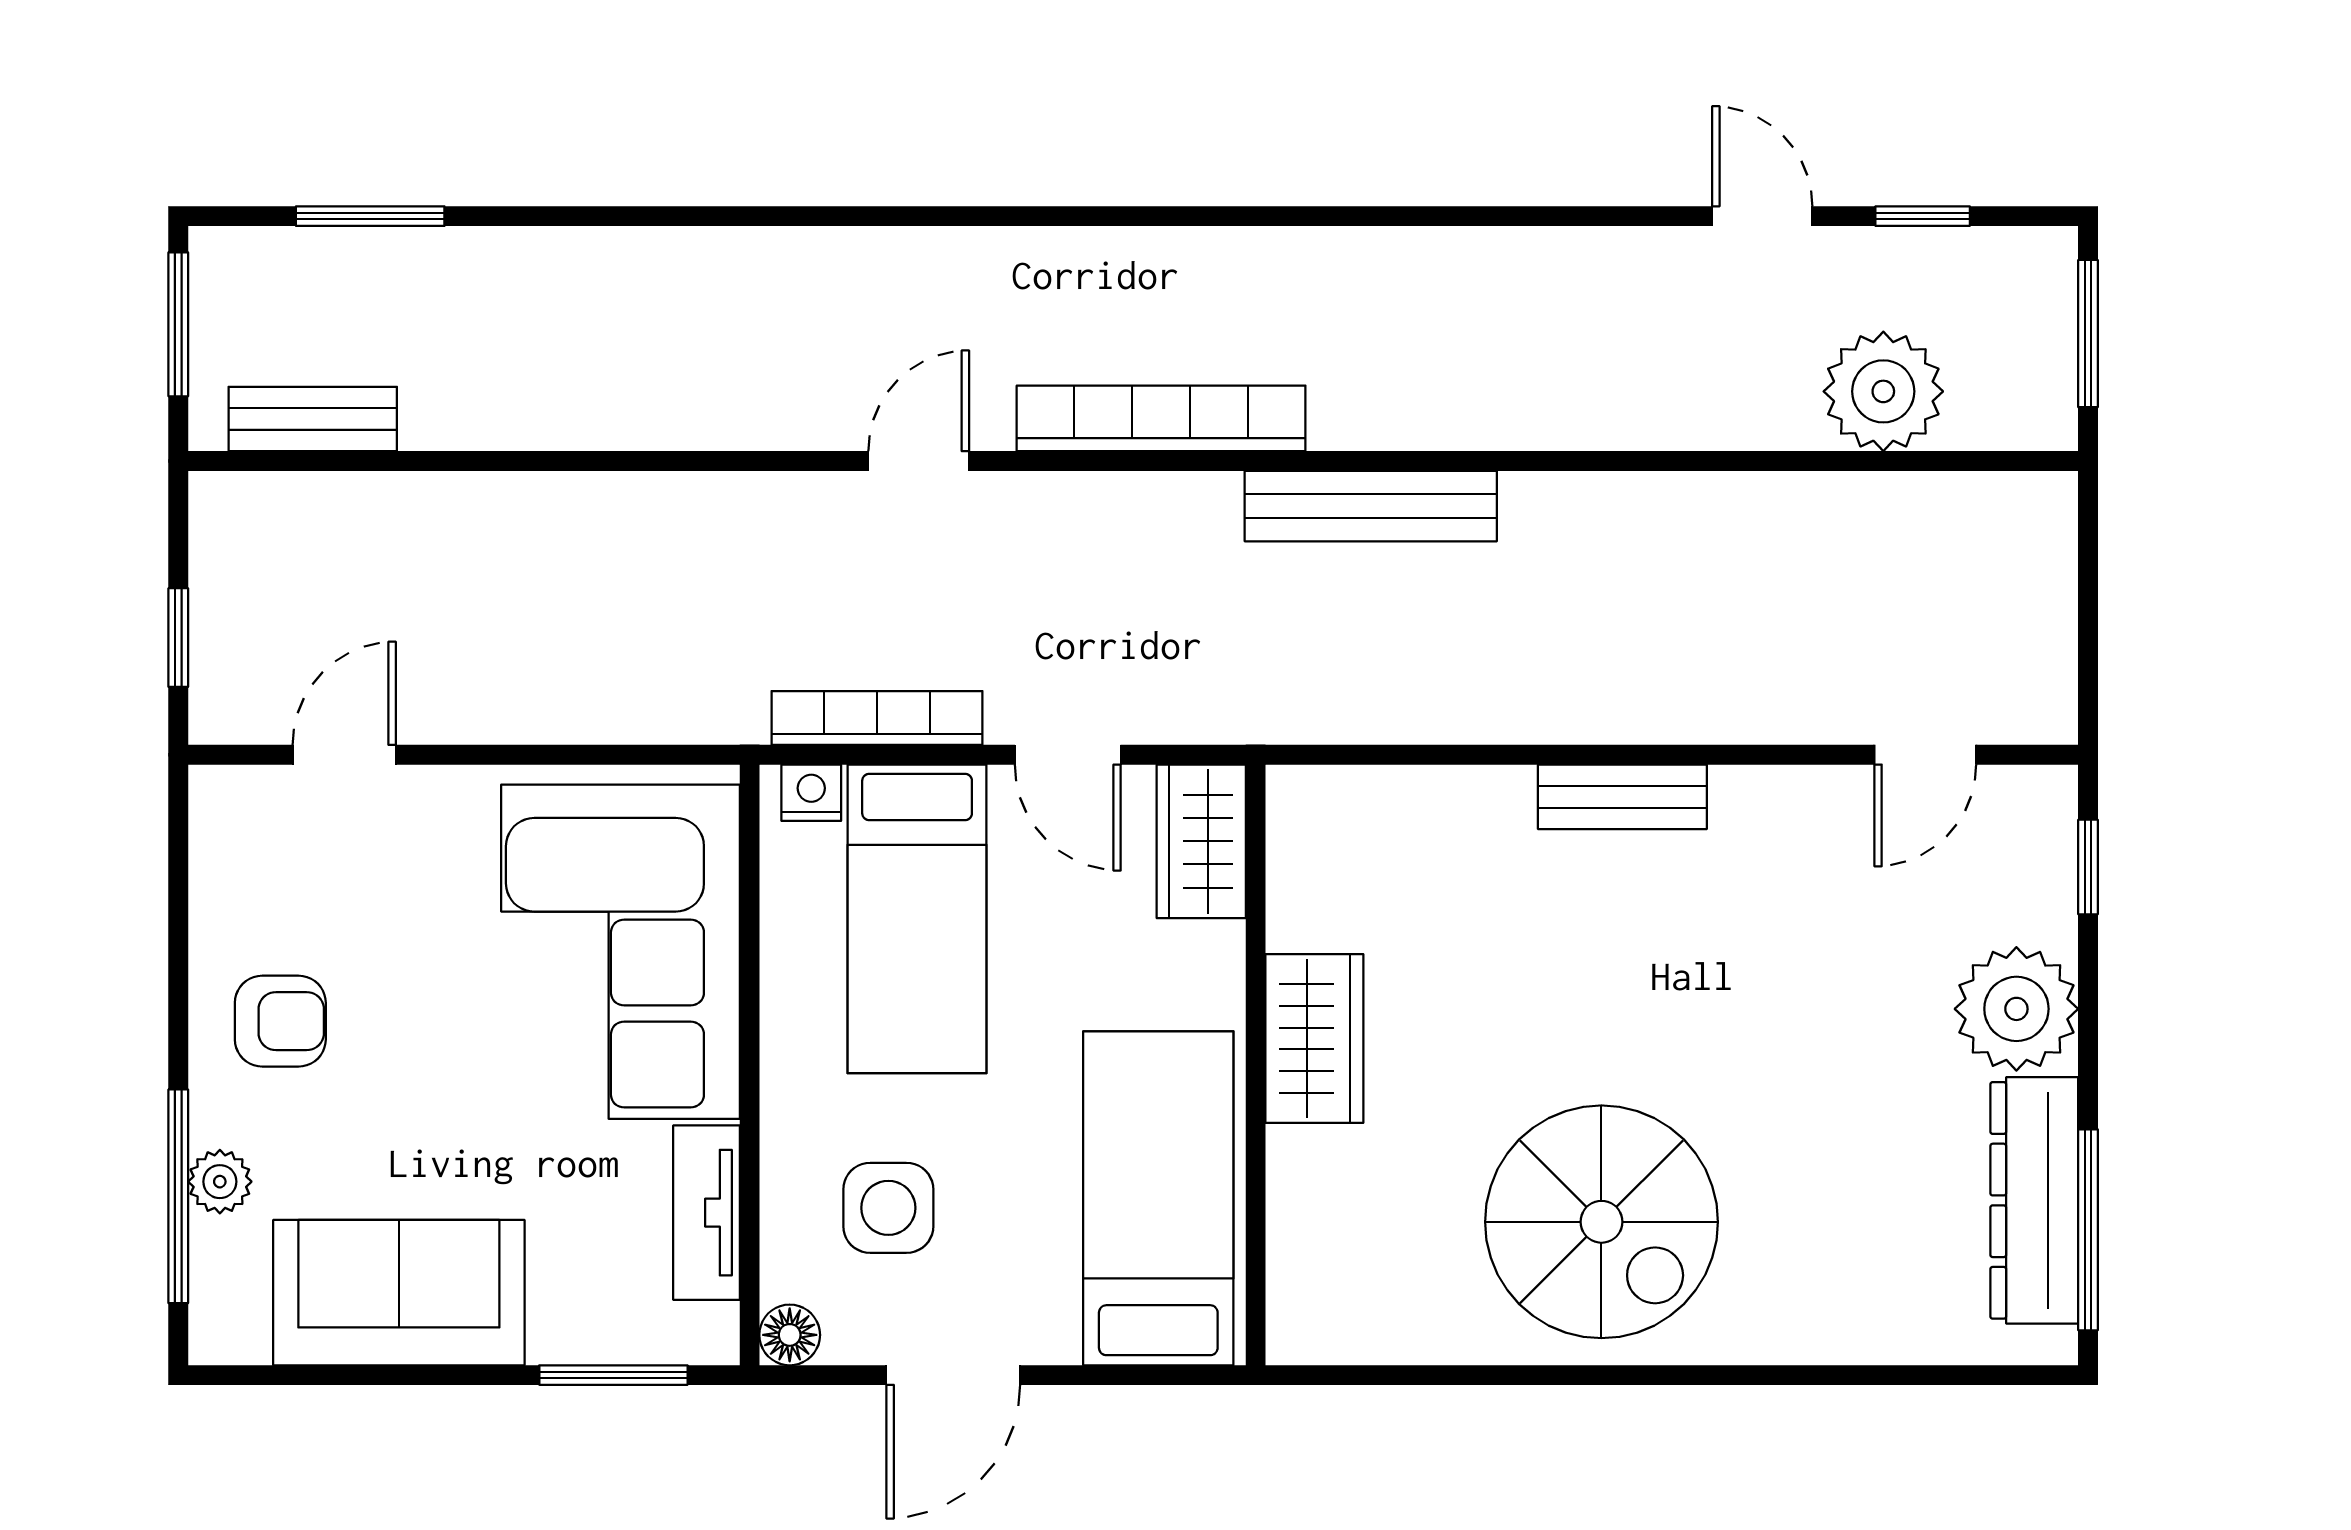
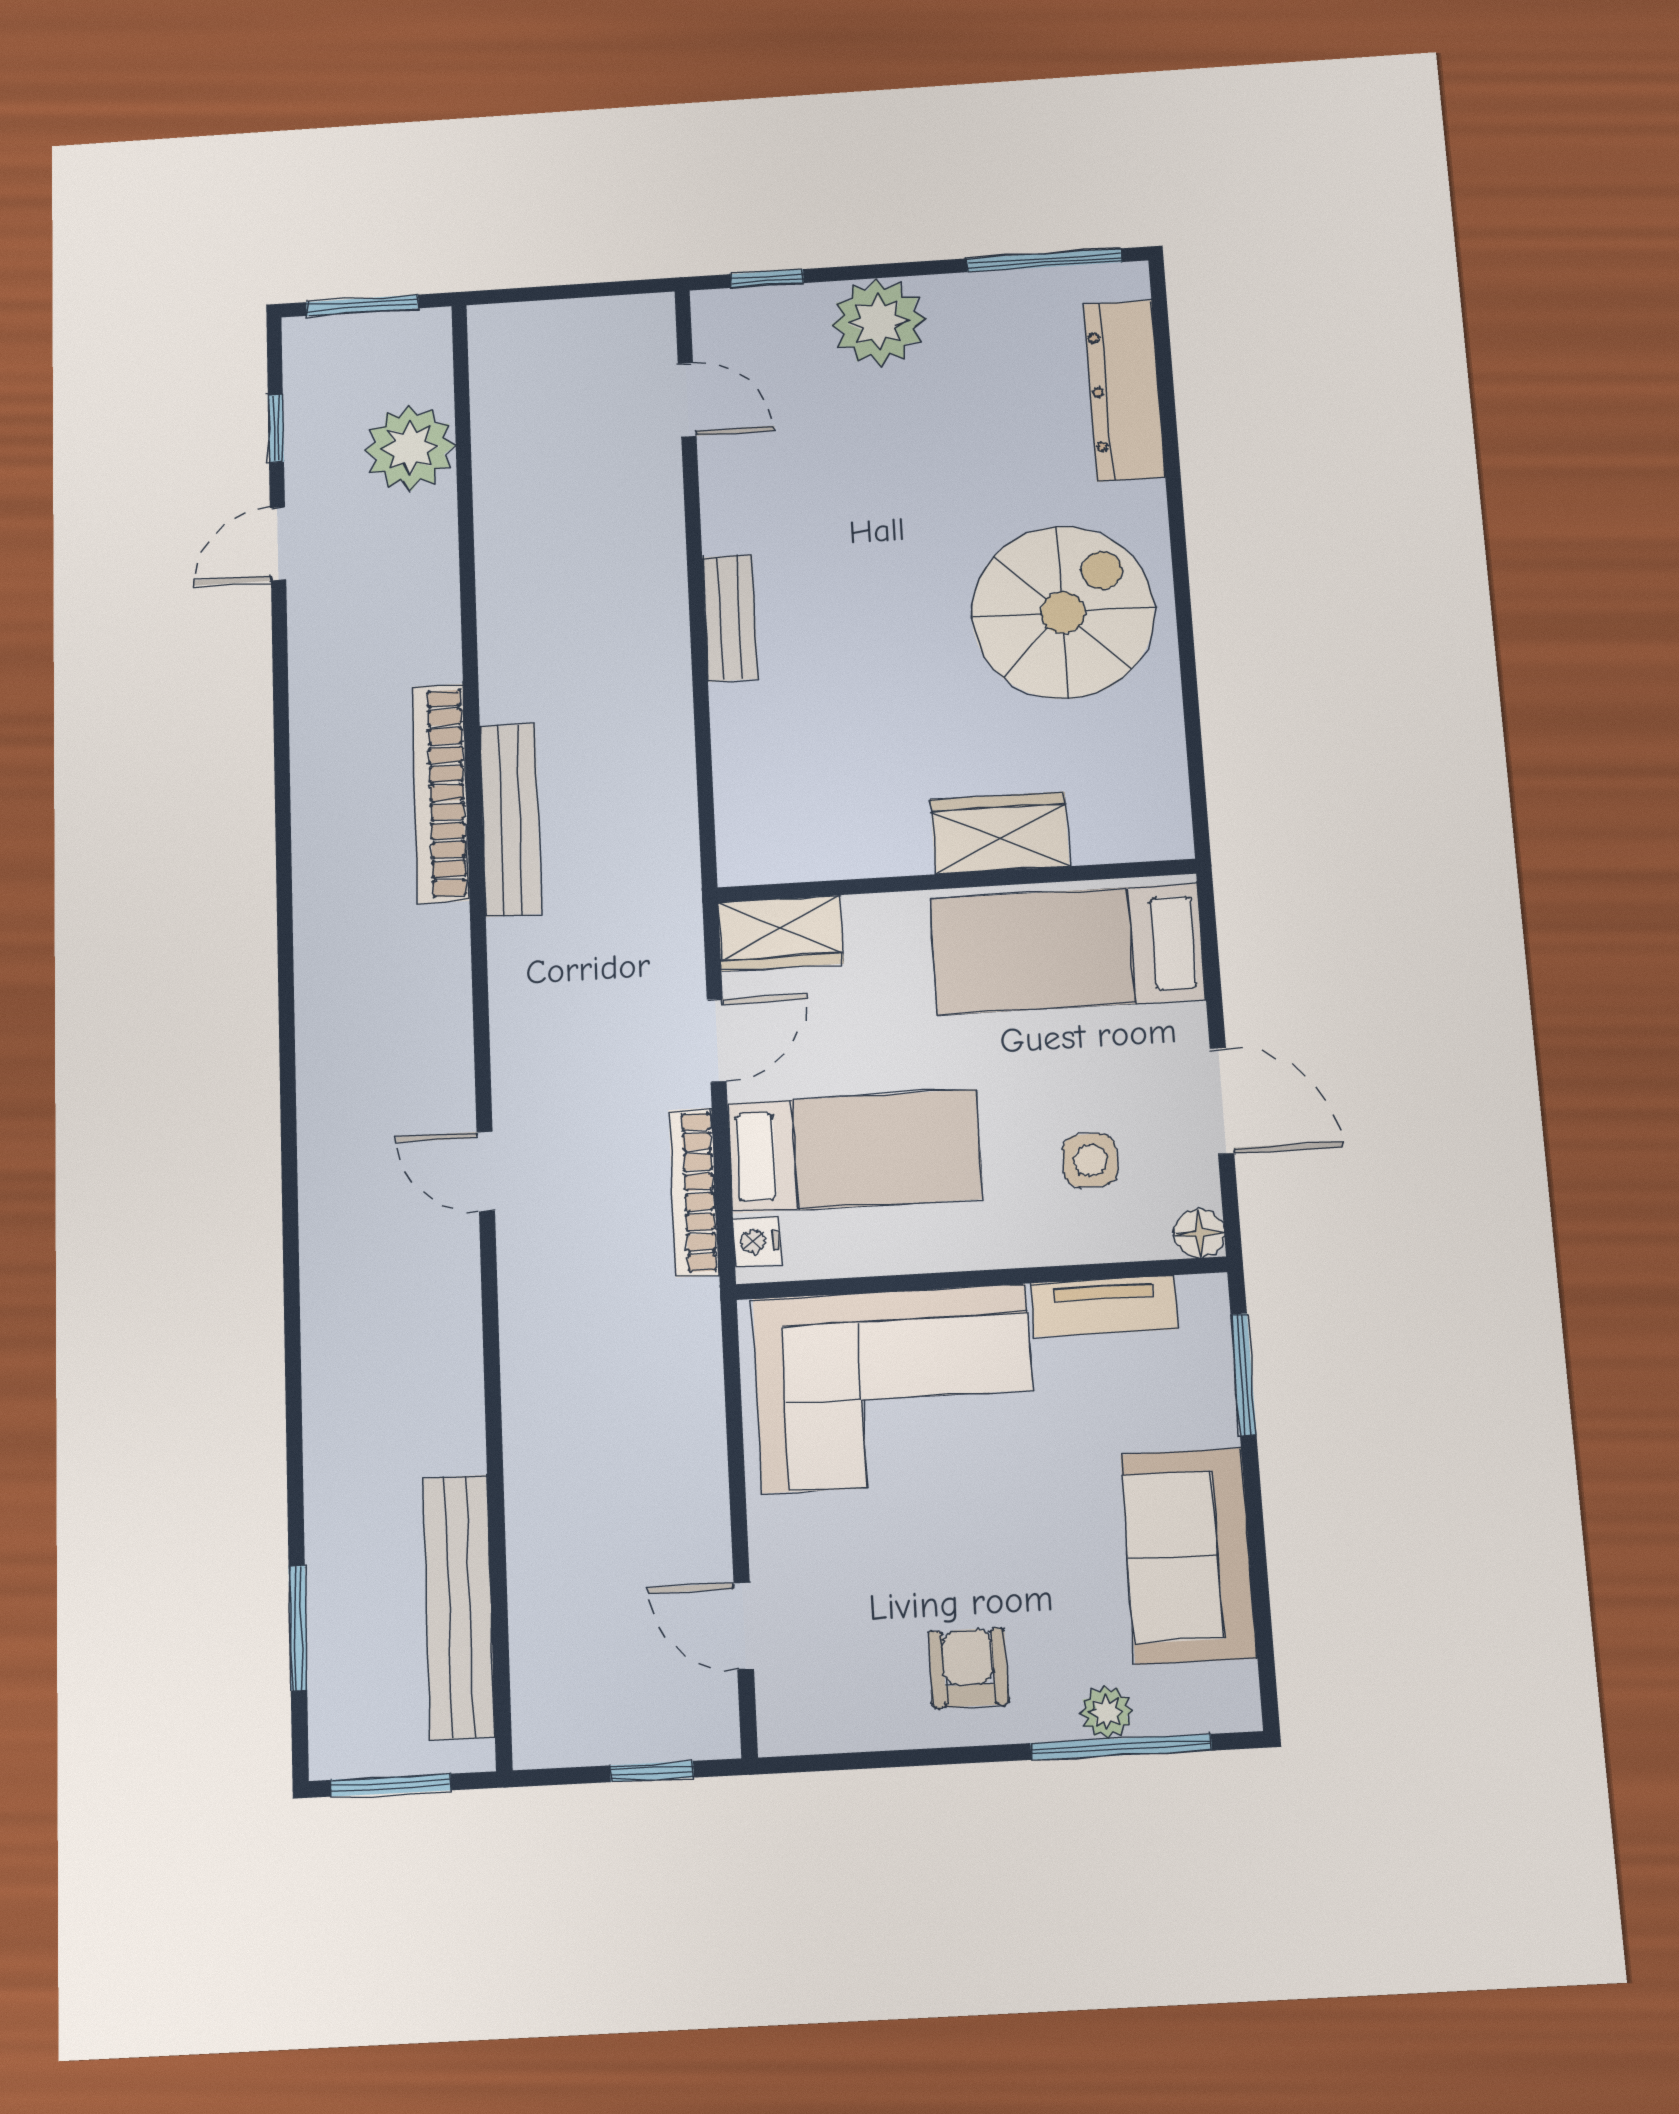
bookcase: (1161, 418) -> (441, 793), moved
bench: (313, 419) -> (459, 1606), width x1.86, depth x1.21
wardrobe: (1314, 1038) -> (1000, 833), moved
dresser: (2034, 1200) -> (1124, 390), moved, turned 90
side table: (888, 1208) -> (1090, 1160), width x0.73, depth x0.73

